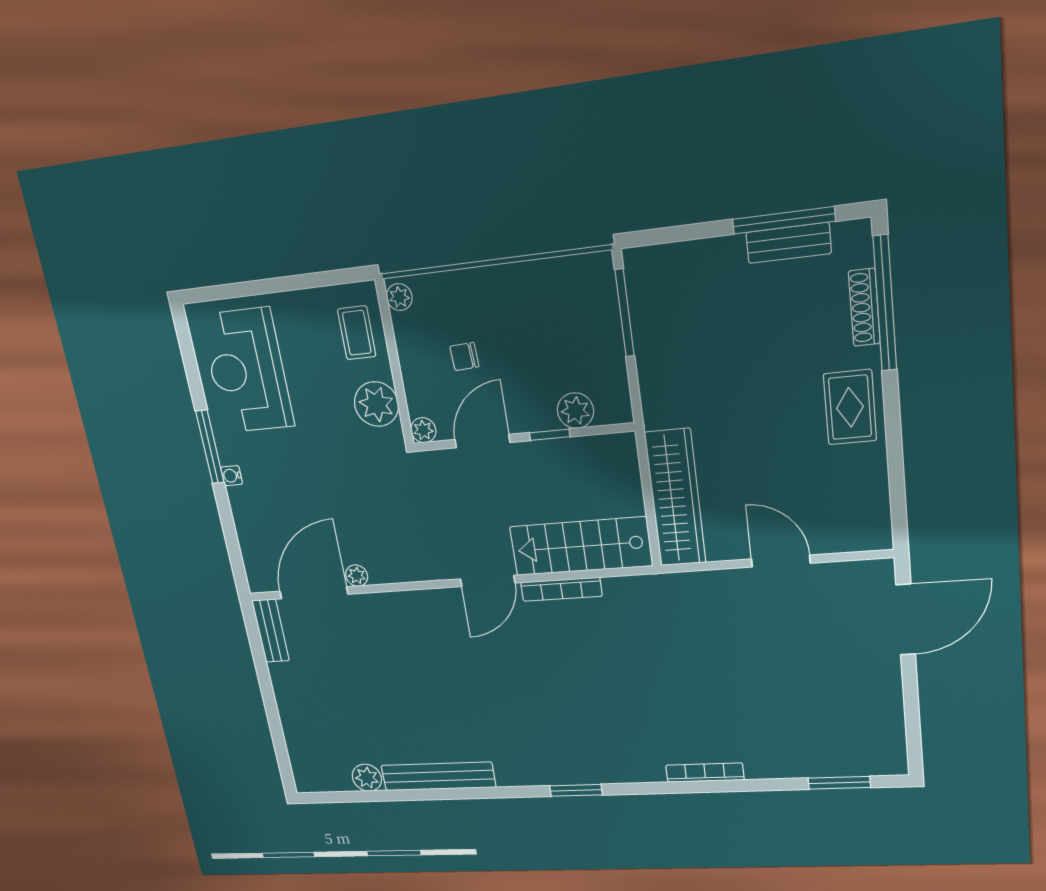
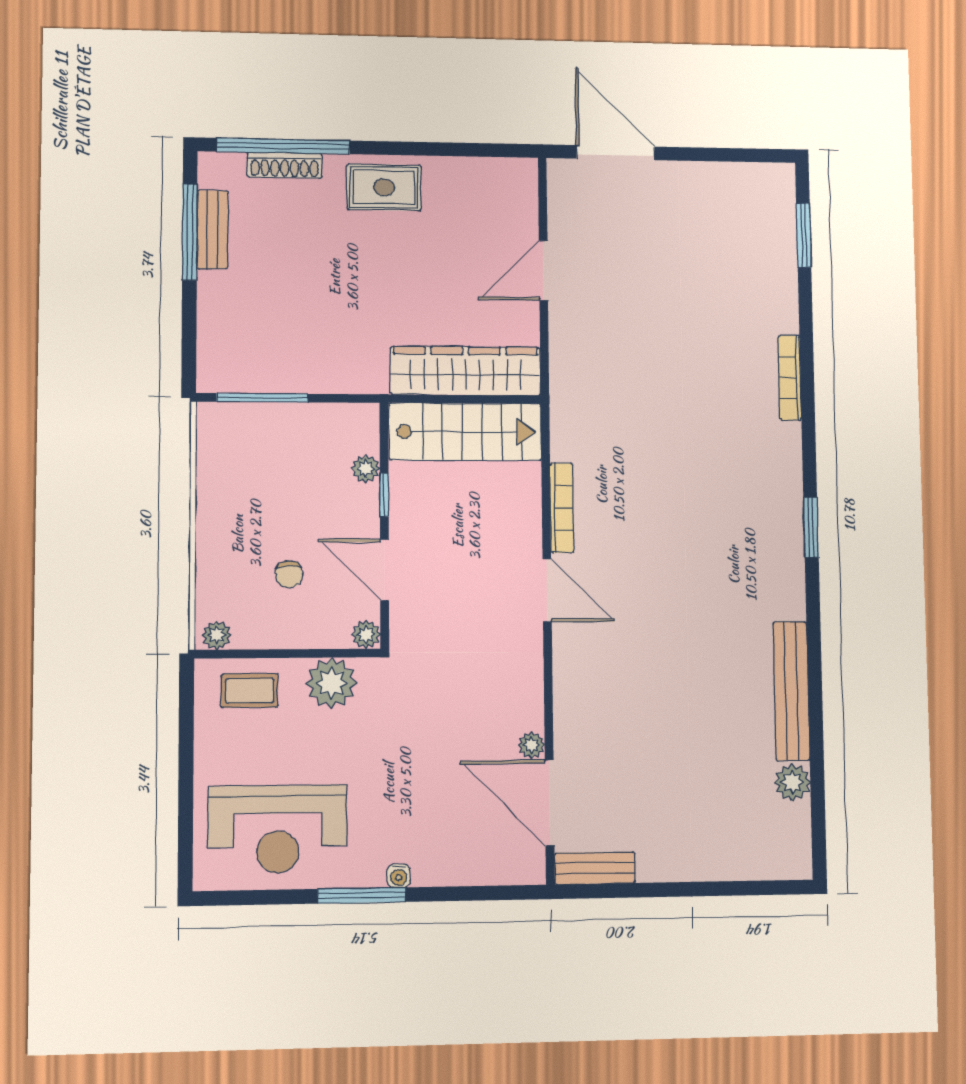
plant: (575, 411) -> (366, 469), width x0.73, depth x0.73
stairs: (581, 546) -> (465, 432), moved, turned -90

